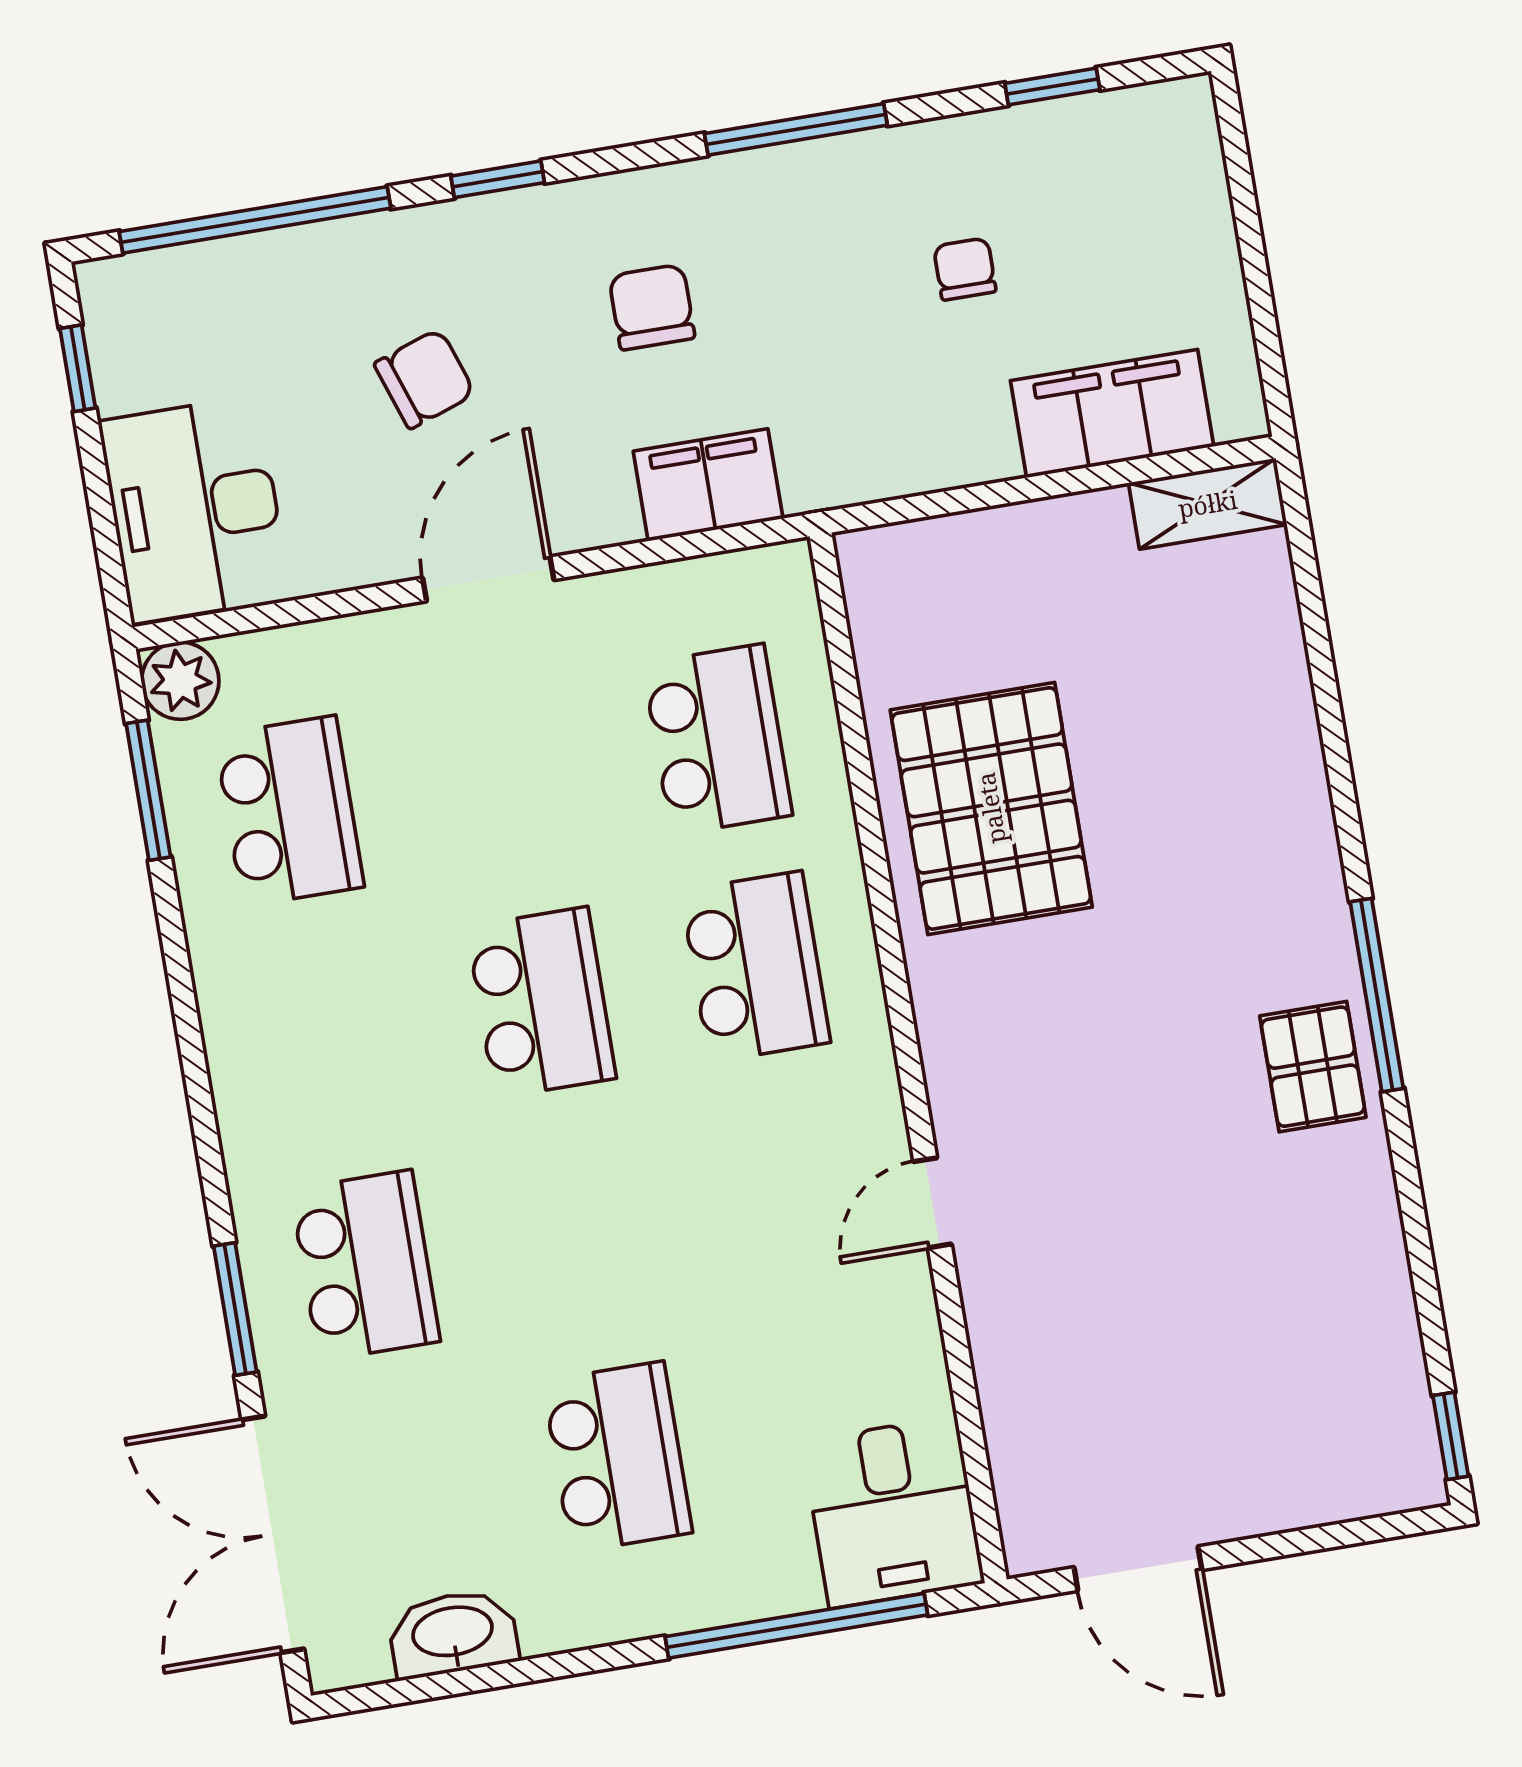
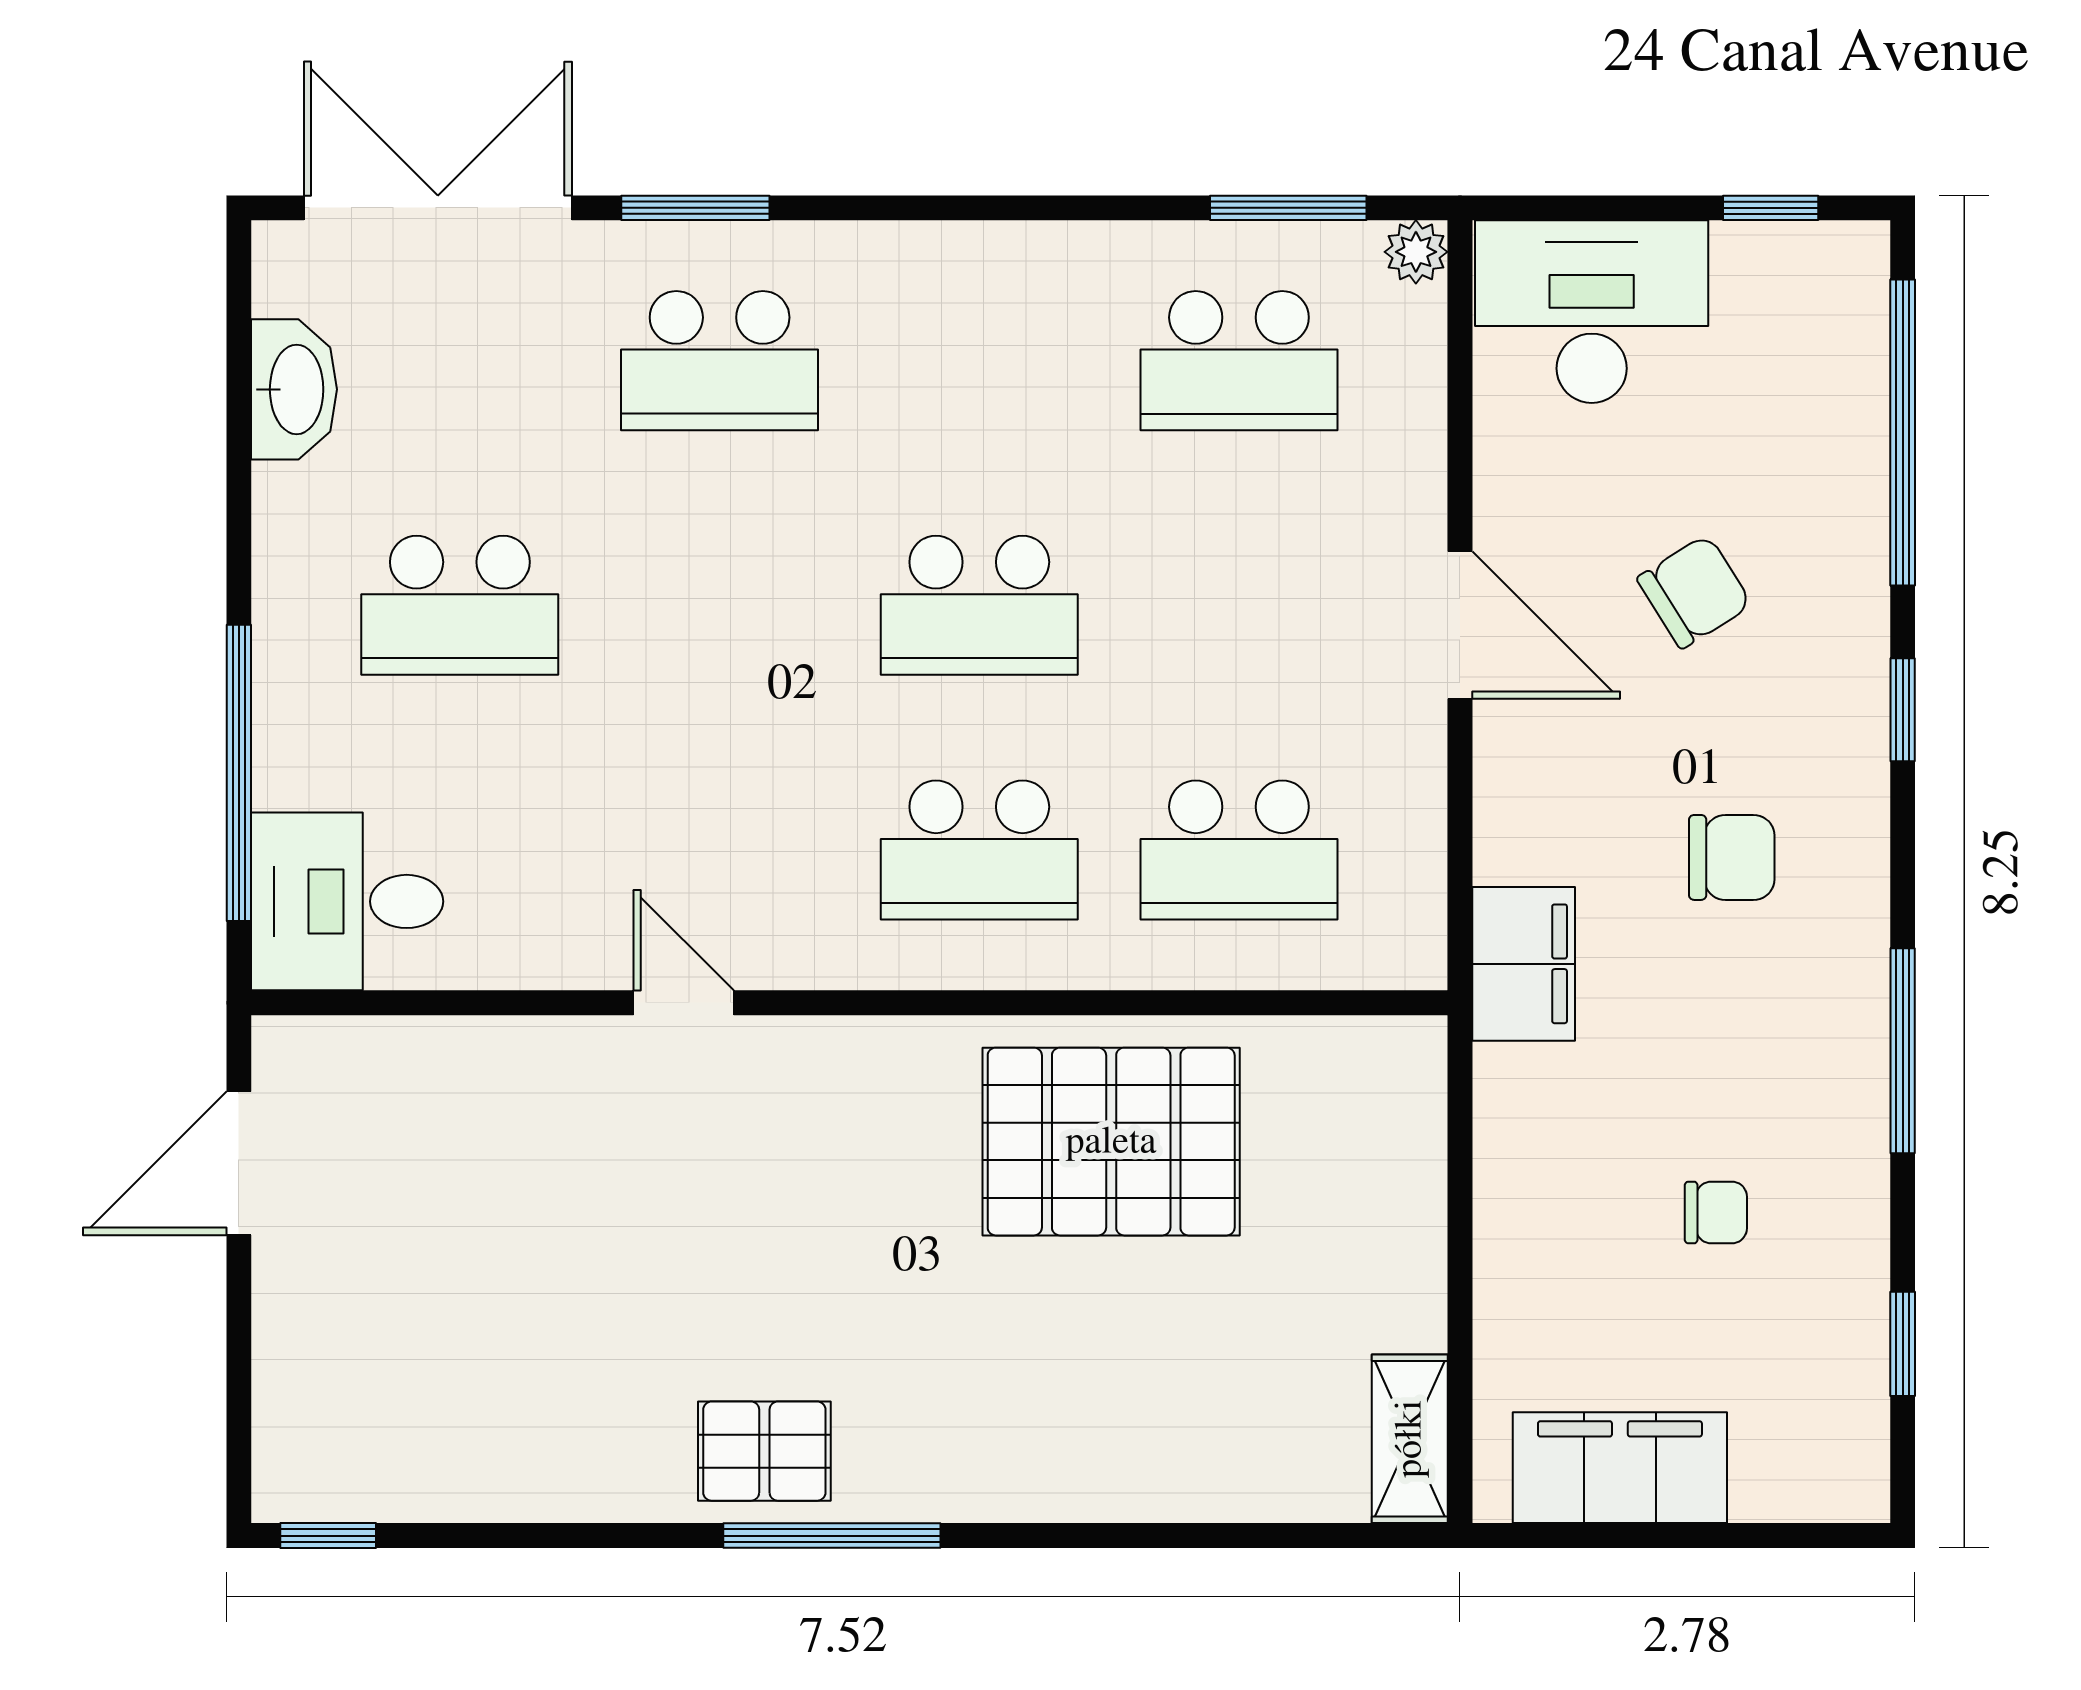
chair: (425, 379) -> (1694, 592), turned -103
filing cabinet: (1112, 414) -> (1620, 1468), moved, turned -90
filing cabinet: (708, 485) -> (1524, 964), moved
plant: (180, 681) -> (1416, 252), width x0.73, depth x0.73

